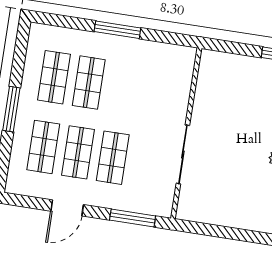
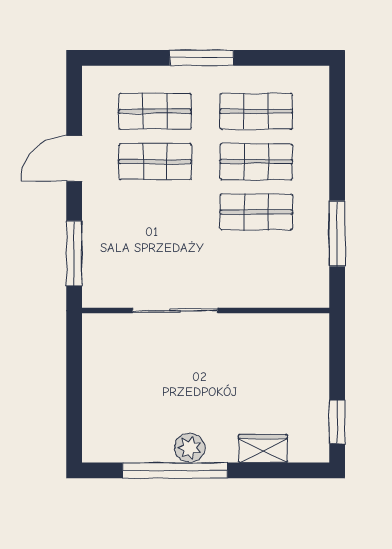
window: (117, 30) -> (337, 234), moved
shop shelf: (113, 158) -> (256, 212), moved
door: (67, 208) -> (74, 158), hinge flipped

